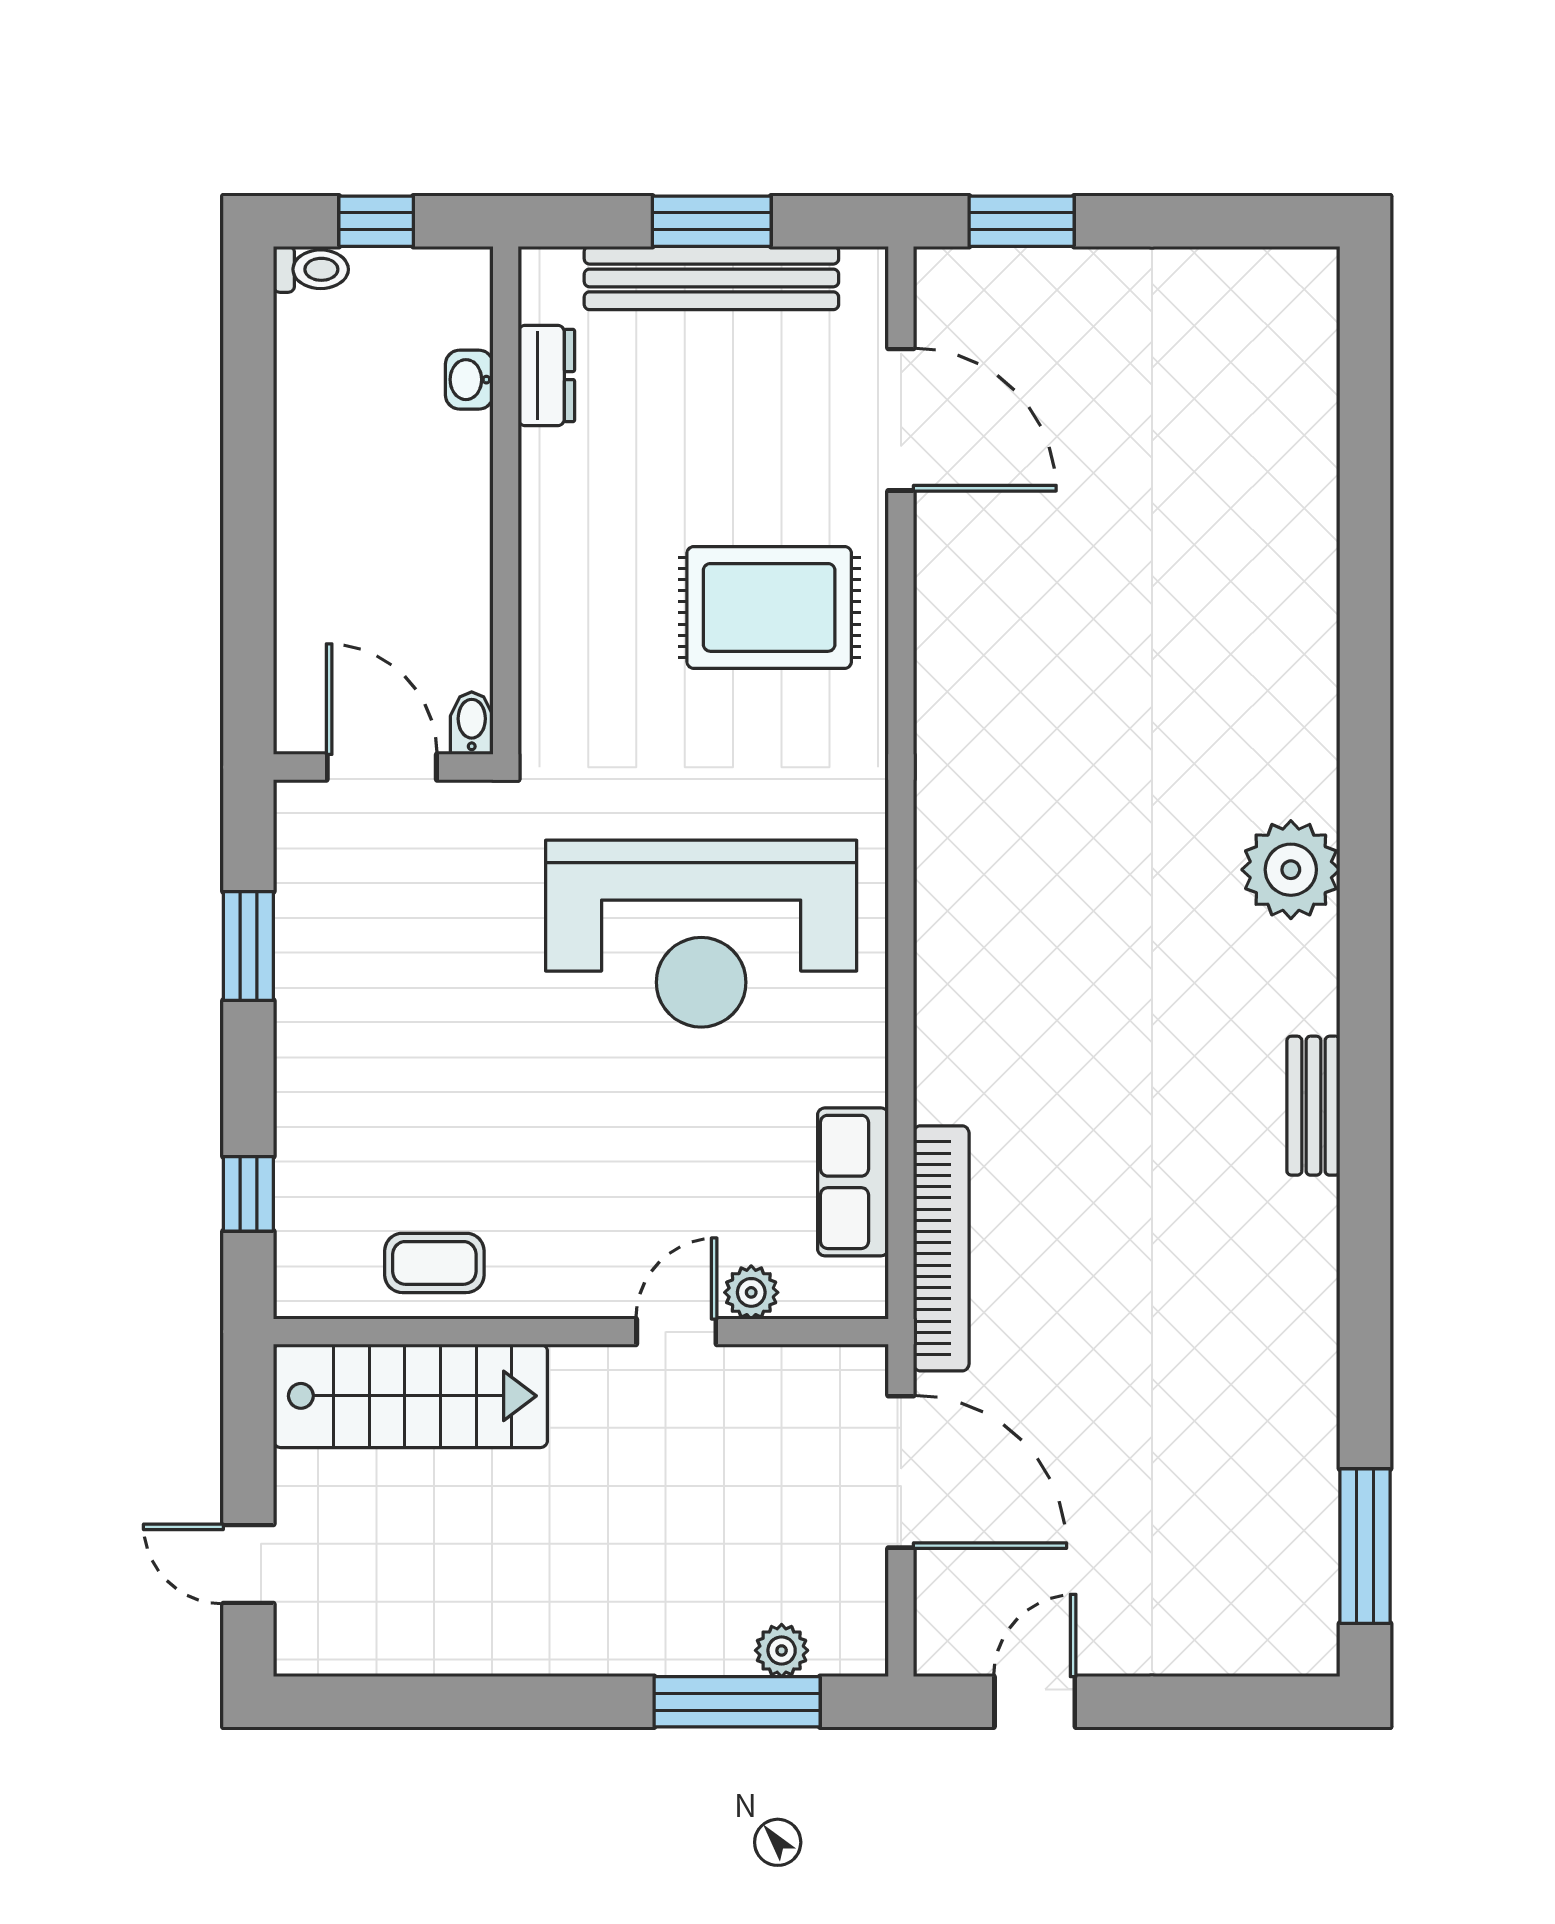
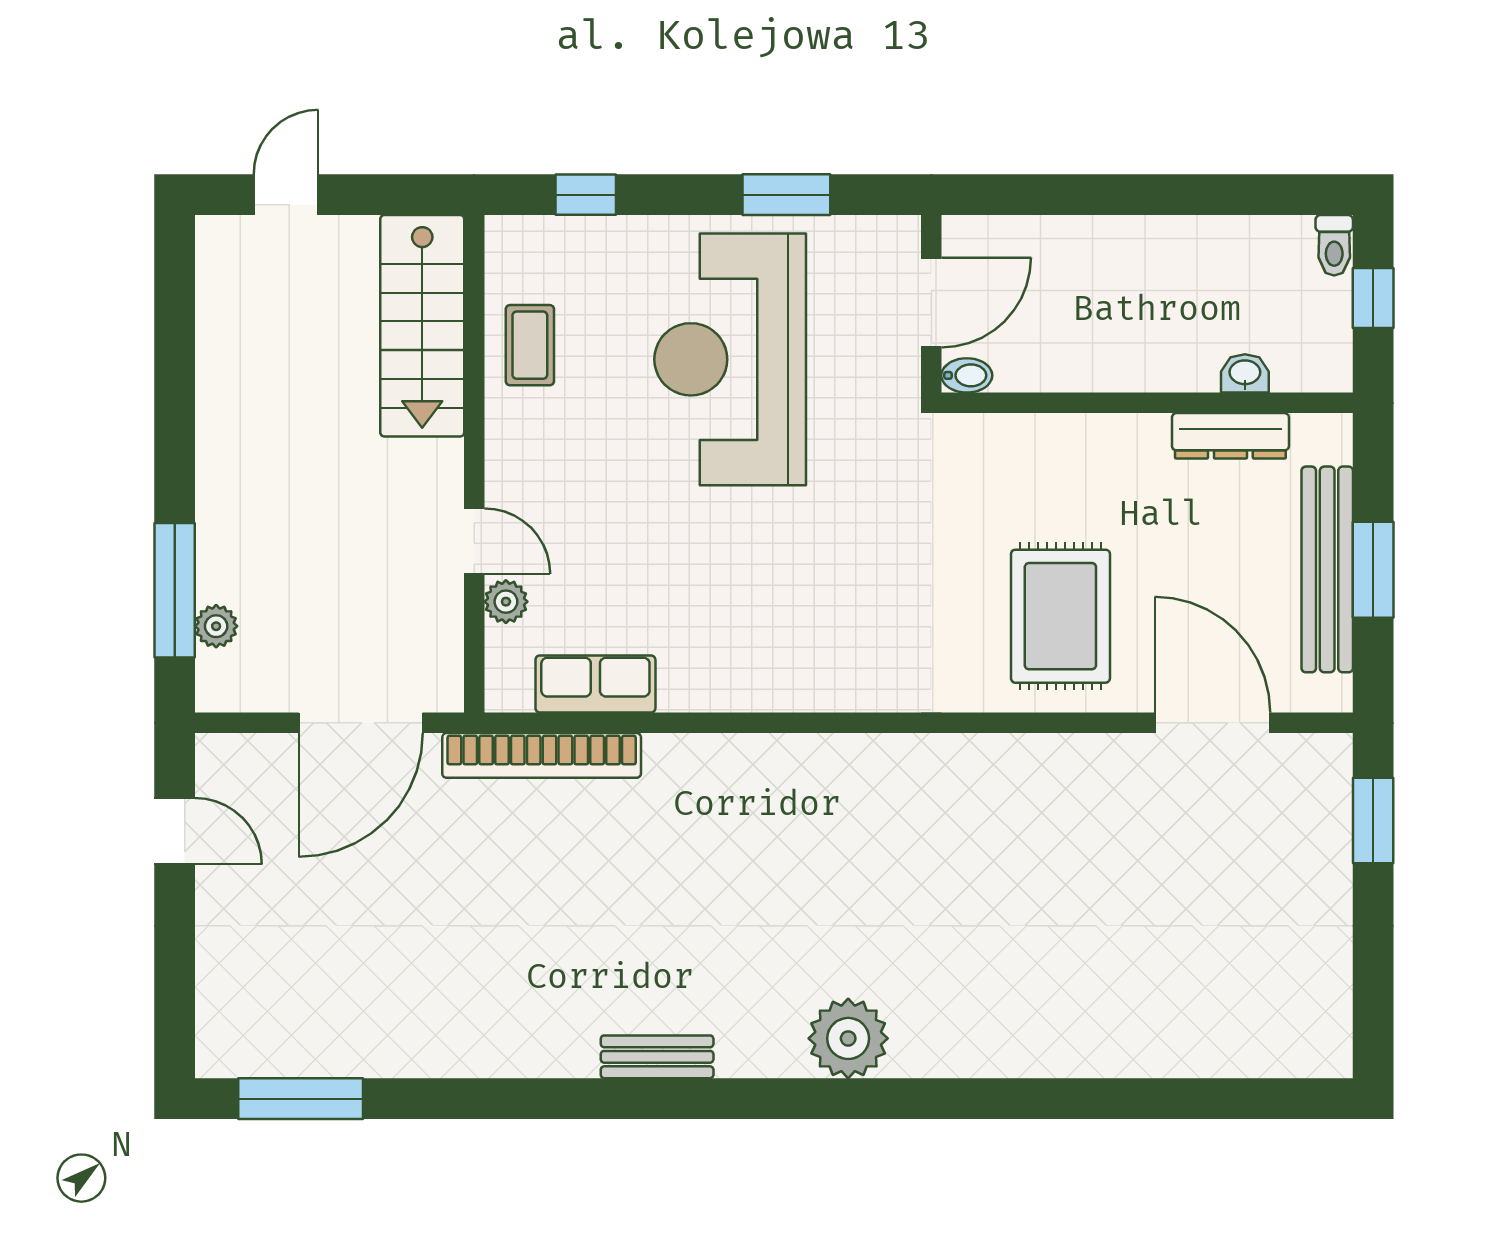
dresser: (546, 376) -> (1230, 436), width x1.44
door: (901, 420) -> (1213, 723), swing flipped
reception desk: (701, 934) -> (730, 359), moved

